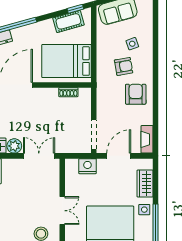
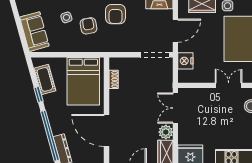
window: (75, 9) -> (38, 94), moved
armchair: (136, 94) -> (115, 14), turned -90
door: (119, 156) -> (175, 31), swing flipped

